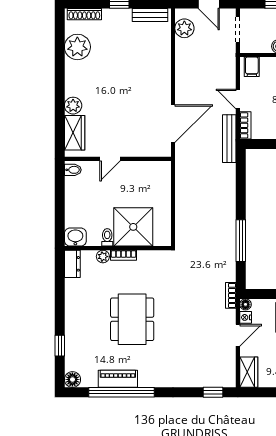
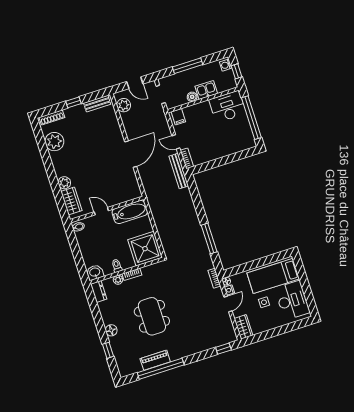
door: (173, 124) -> (131, 154), moved
door: (110, 159) -> (101, 211), swing flipped
bathtub: (147, 172) -> (130, 212), added
shower: (133, 227) -> (145, 249), moved
floor lamp: (72, 379) -> (111, 330), moved

